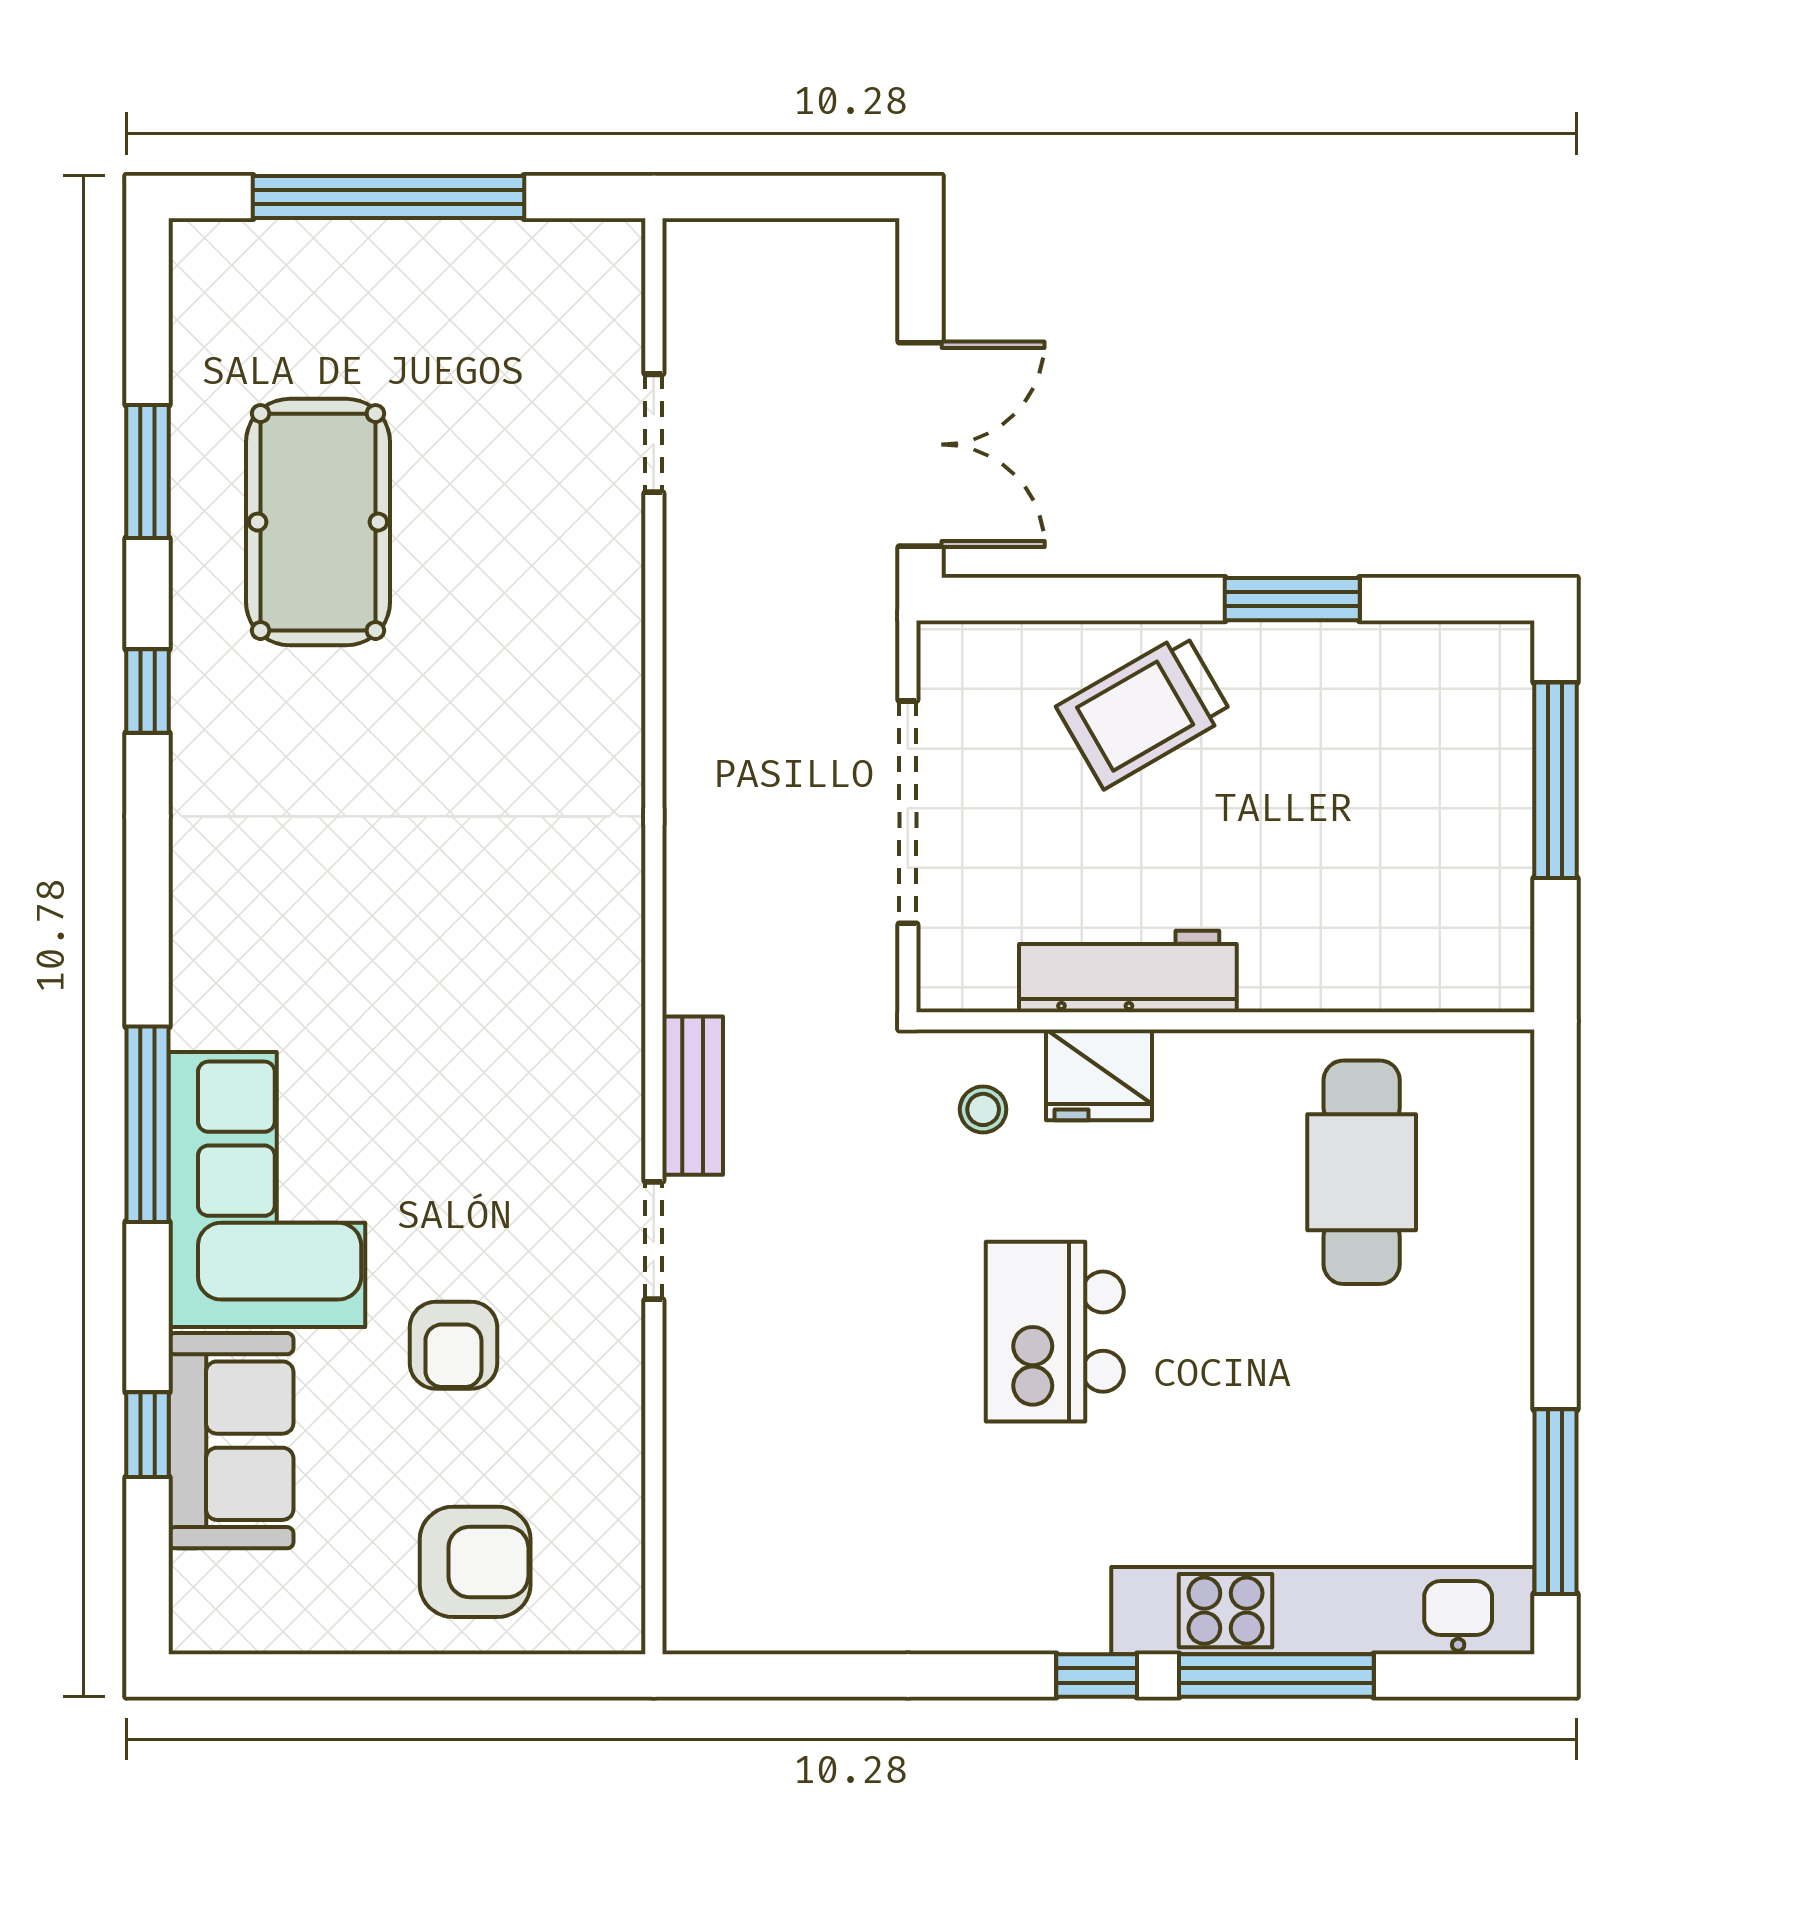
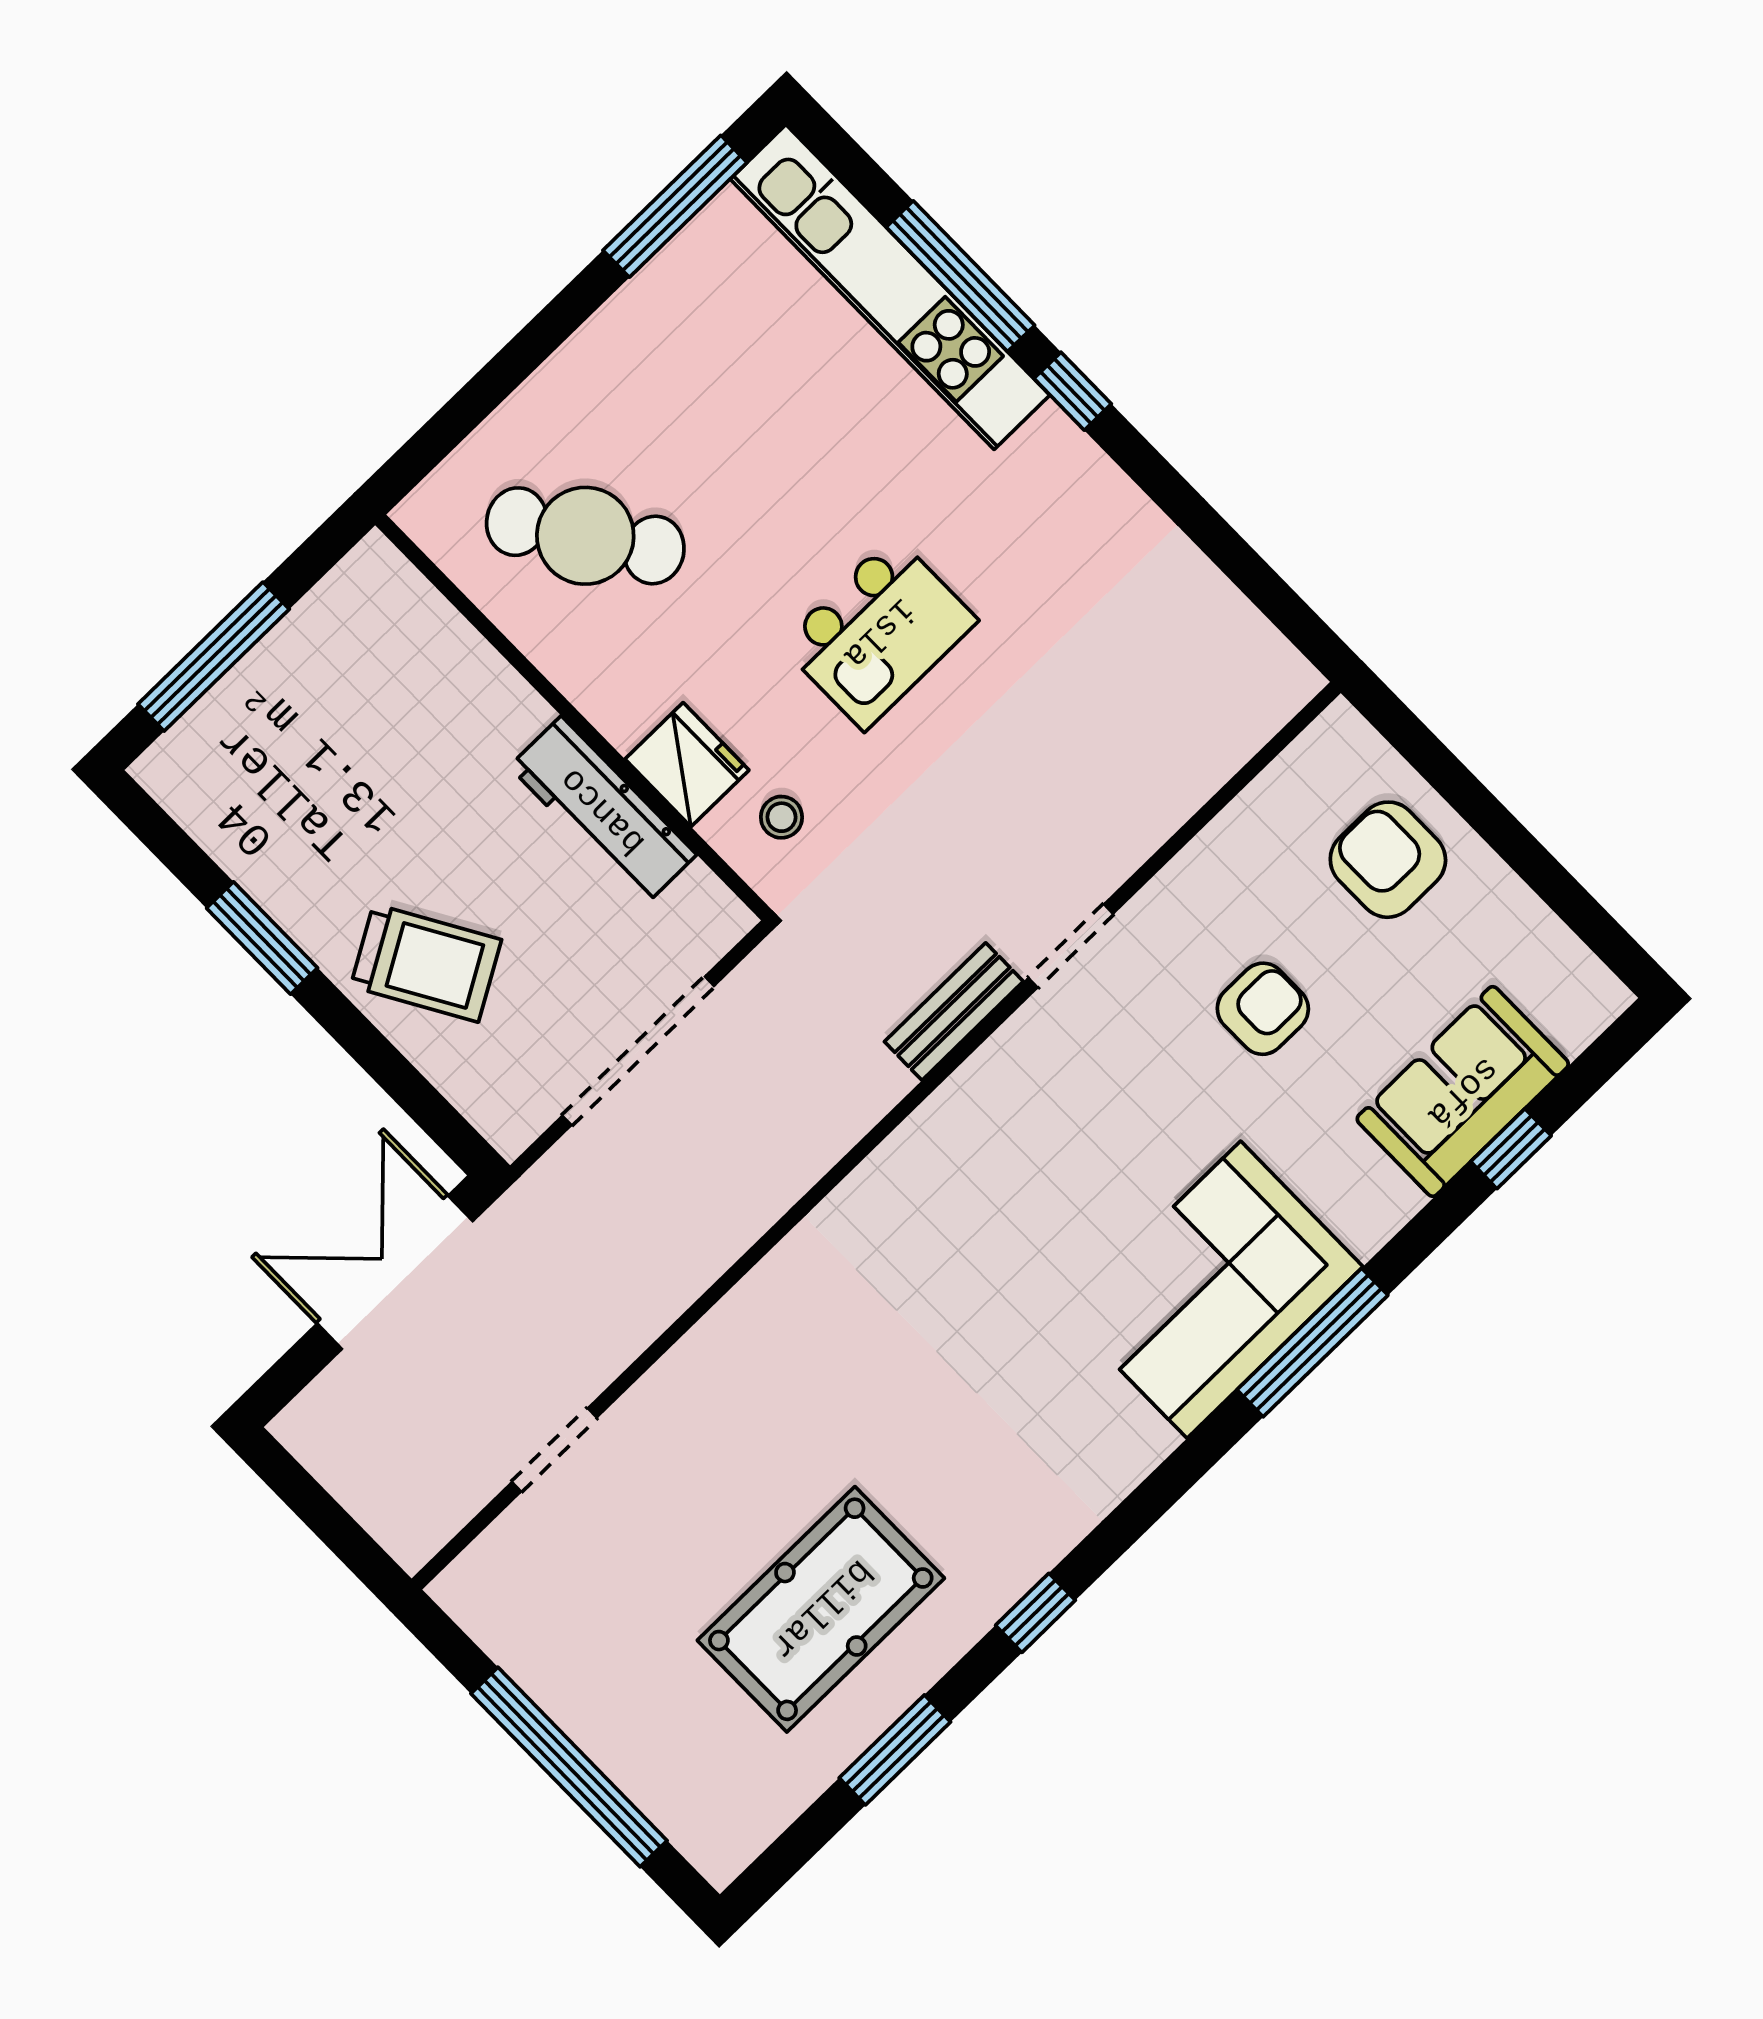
cafe table: (1362, 1172) -> (585, 536), turned 56
corner sofa: (267, 1190) -> (1214, 1290), moved

